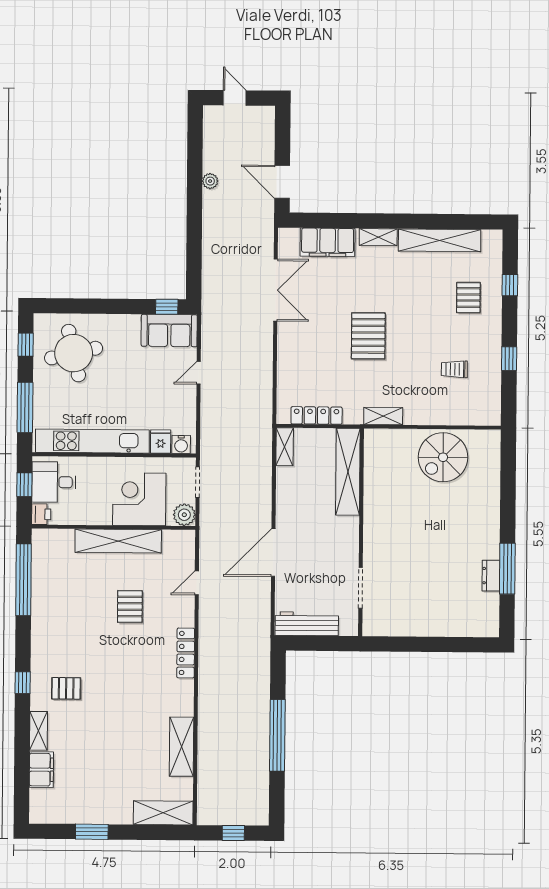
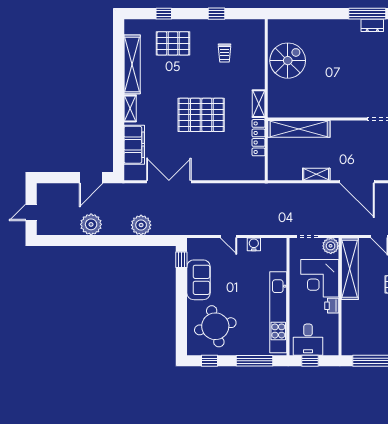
plant: (210, 181) -> (91, 224), width x1.87, depth x1.87
plant: (216, 251) -> (141, 225), added
pallet: (468, 298) -> (173, 43), width x1.50, depth x1.42
sofa: (169, 331) -> (198, 280), moved
pallet: (368, 336) -> (201, 115), width x1.37, depth x1.41
locker: (317, 415) -> (259, 138), moved
fridge: (161, 442) -> (278, 263), removed
water cooler: (181, 444) -> (254, 244), moved, turned -90
shelving: (285, 447) -> (316, 174), moved
spiral stairs: (443, 457) -> (288, 61), turned -90
printer: (41, 514) -> (332, 306), moved, turned -90
shelving: (118, 541) -> (350, 269), moved

